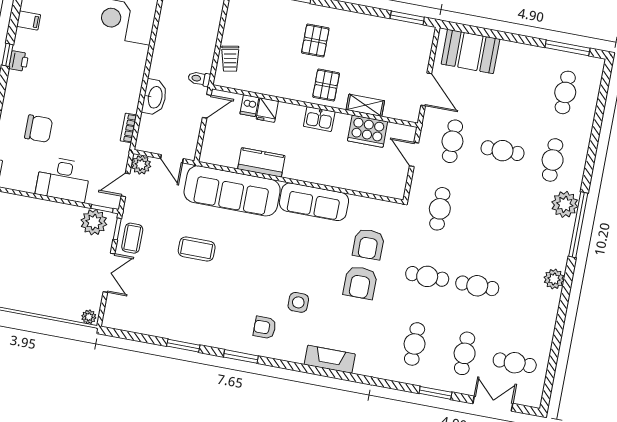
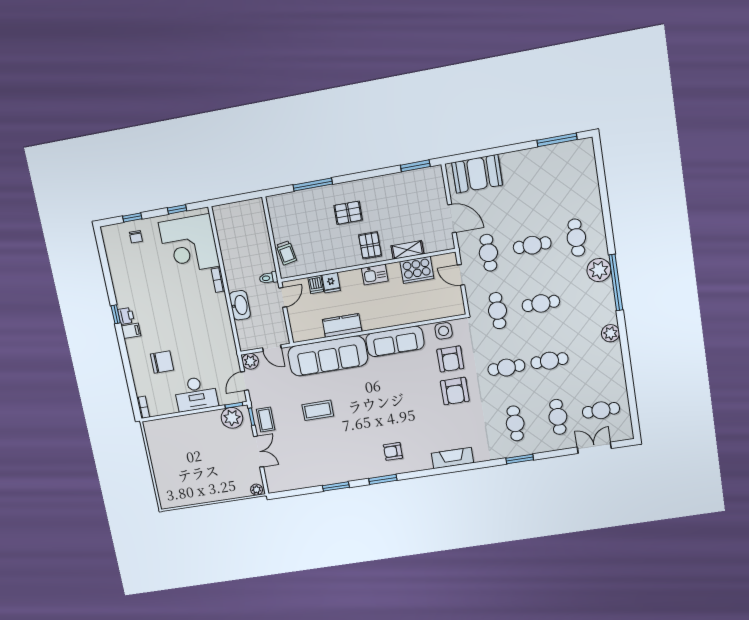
filing cabinet: (29, 21) -> (131, 331), moved
pallet: (315, 41) -> (348, 213), turned 90
cafe table: (565, 92) -> (541, 303), moved, turned 90
bookcase: (128, 128) -> (218, 280), moved
side table: (298, 302) -> (444, 331), moved
window: (435, 393) -> (520, 459), moved

